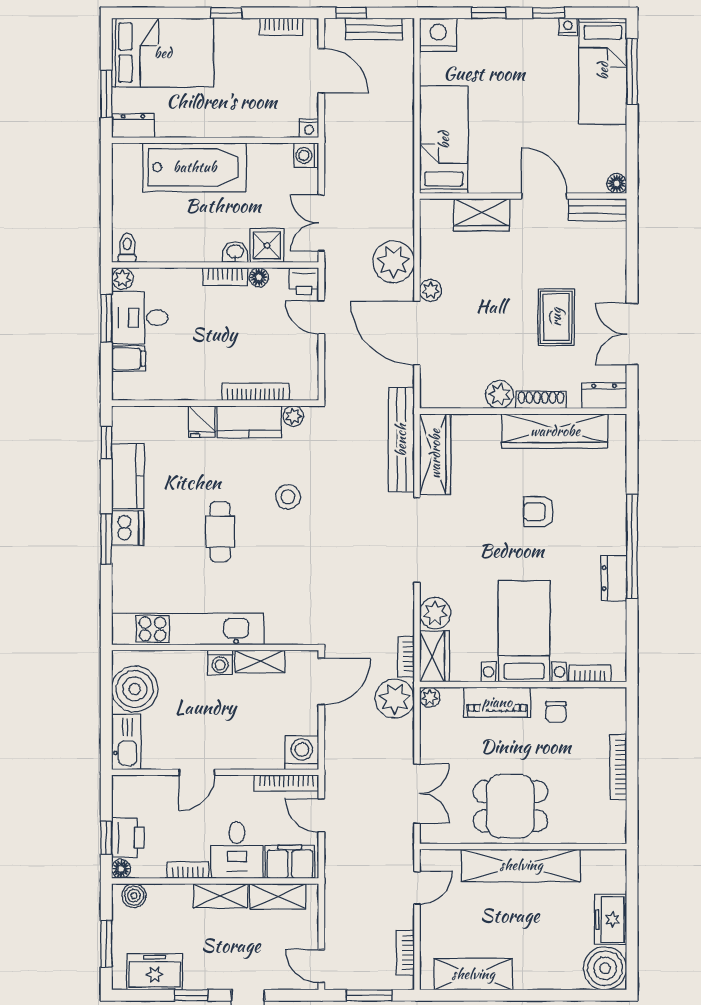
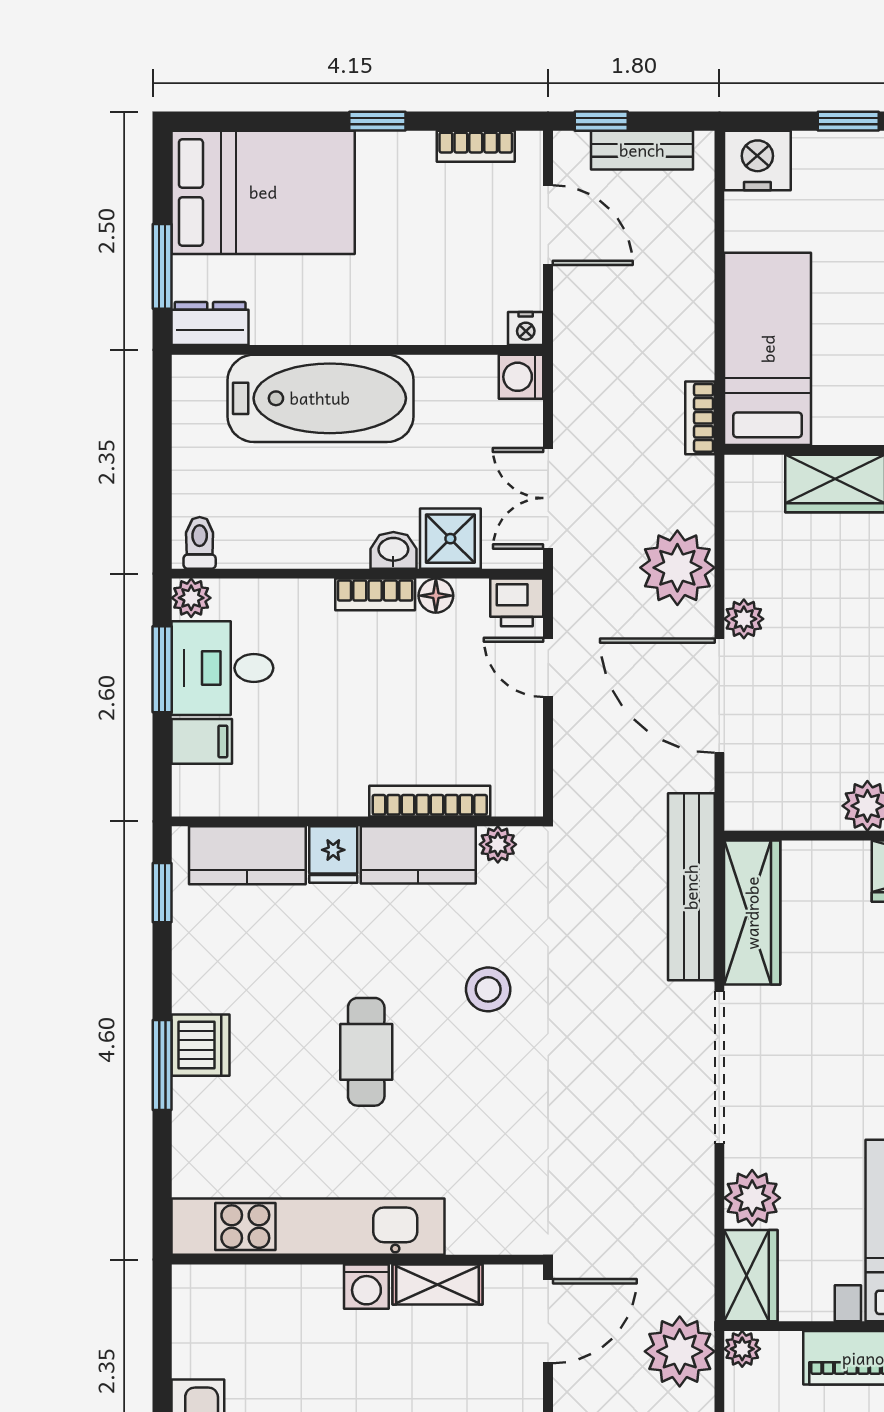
kitchen counter: (128, 476) -> (247, 855), moved, turned 90
bookcase: (406, 657) -> (700, 418), moved
boiler: (135, 689) -> (213, 1334), removed

